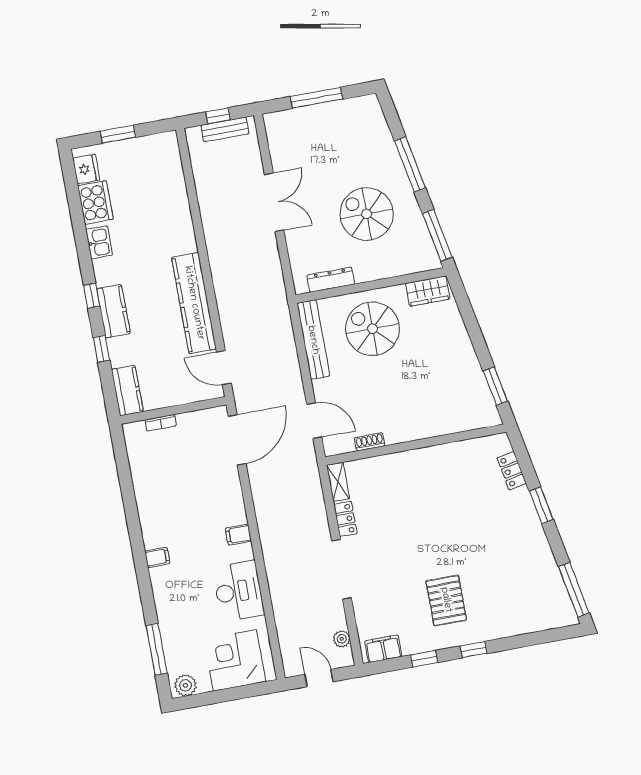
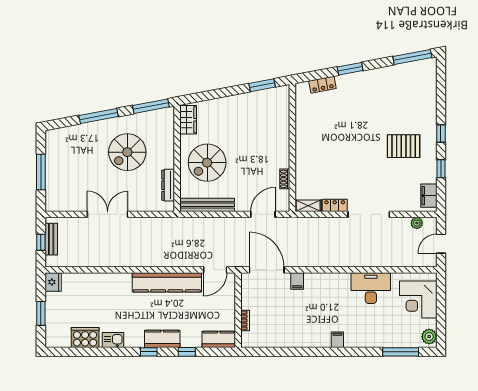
fridge: (86, 169) -> (53, 282), moved, turned 90
filing cabinet: (238, 535) -> (297, 281), moved

